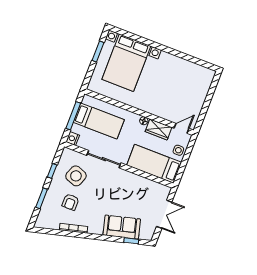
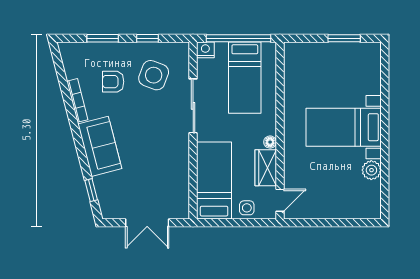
bed with nightstands: (126, 63) -> (344, 127), moved, width x0.73
plant: (185, 66) -> (371, 170), added
window: (73, 116) -> (238, 38), width x1.46
door: (181, 128) -> (280, 200), hinge flipped
sofa: (122, 227) -> (100, 146), moved

